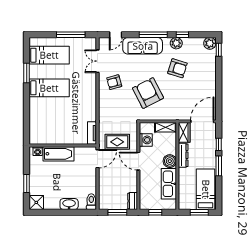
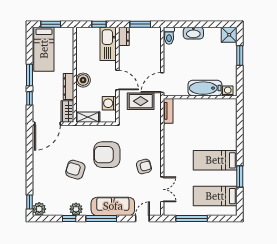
armchair: (177, 68) -> (75, 170), moved
armchair: (148, 93) -> (107, 155), turned 117
kitchen sink: (169, 184) -> (108, 44), moved, turned 180

